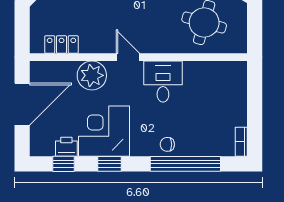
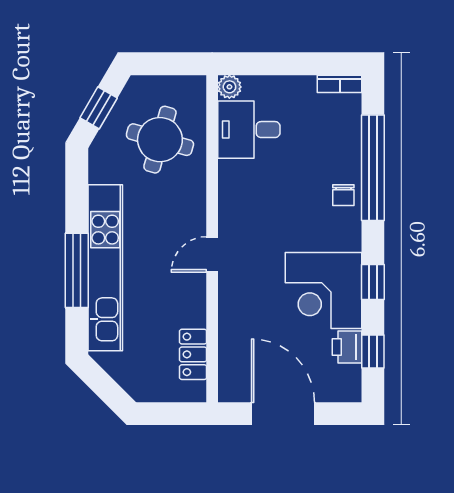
plant: (92, 75) -> (229, 87), moved, width x0.53, depth x0.53
desk: (163, 82) -> (249, 130), moved

